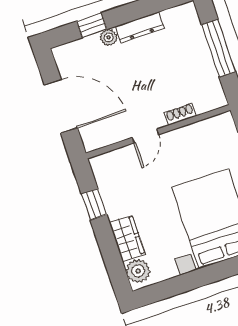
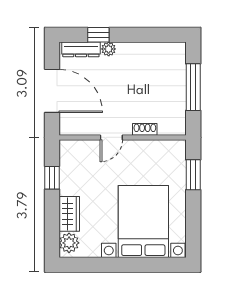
dresser: (140, 27) -> (81, 49), moved

